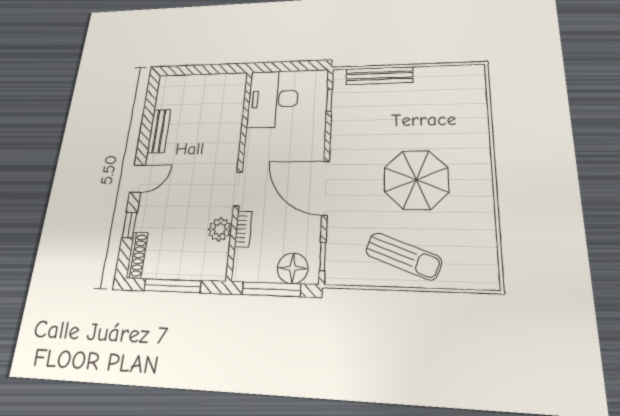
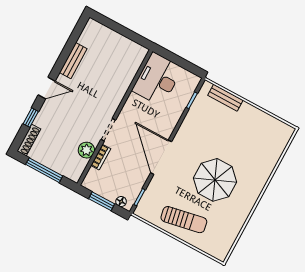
bench: (379, 76) -> (225, 98), width x0.73
sun lounger: (403, 256) -> (184, 220), turned -32
floor lamp: (293, 268) -> (121, 202), width x0.53, depth x0.53
window: (271, 289) -> (102, 201), width x0.69

